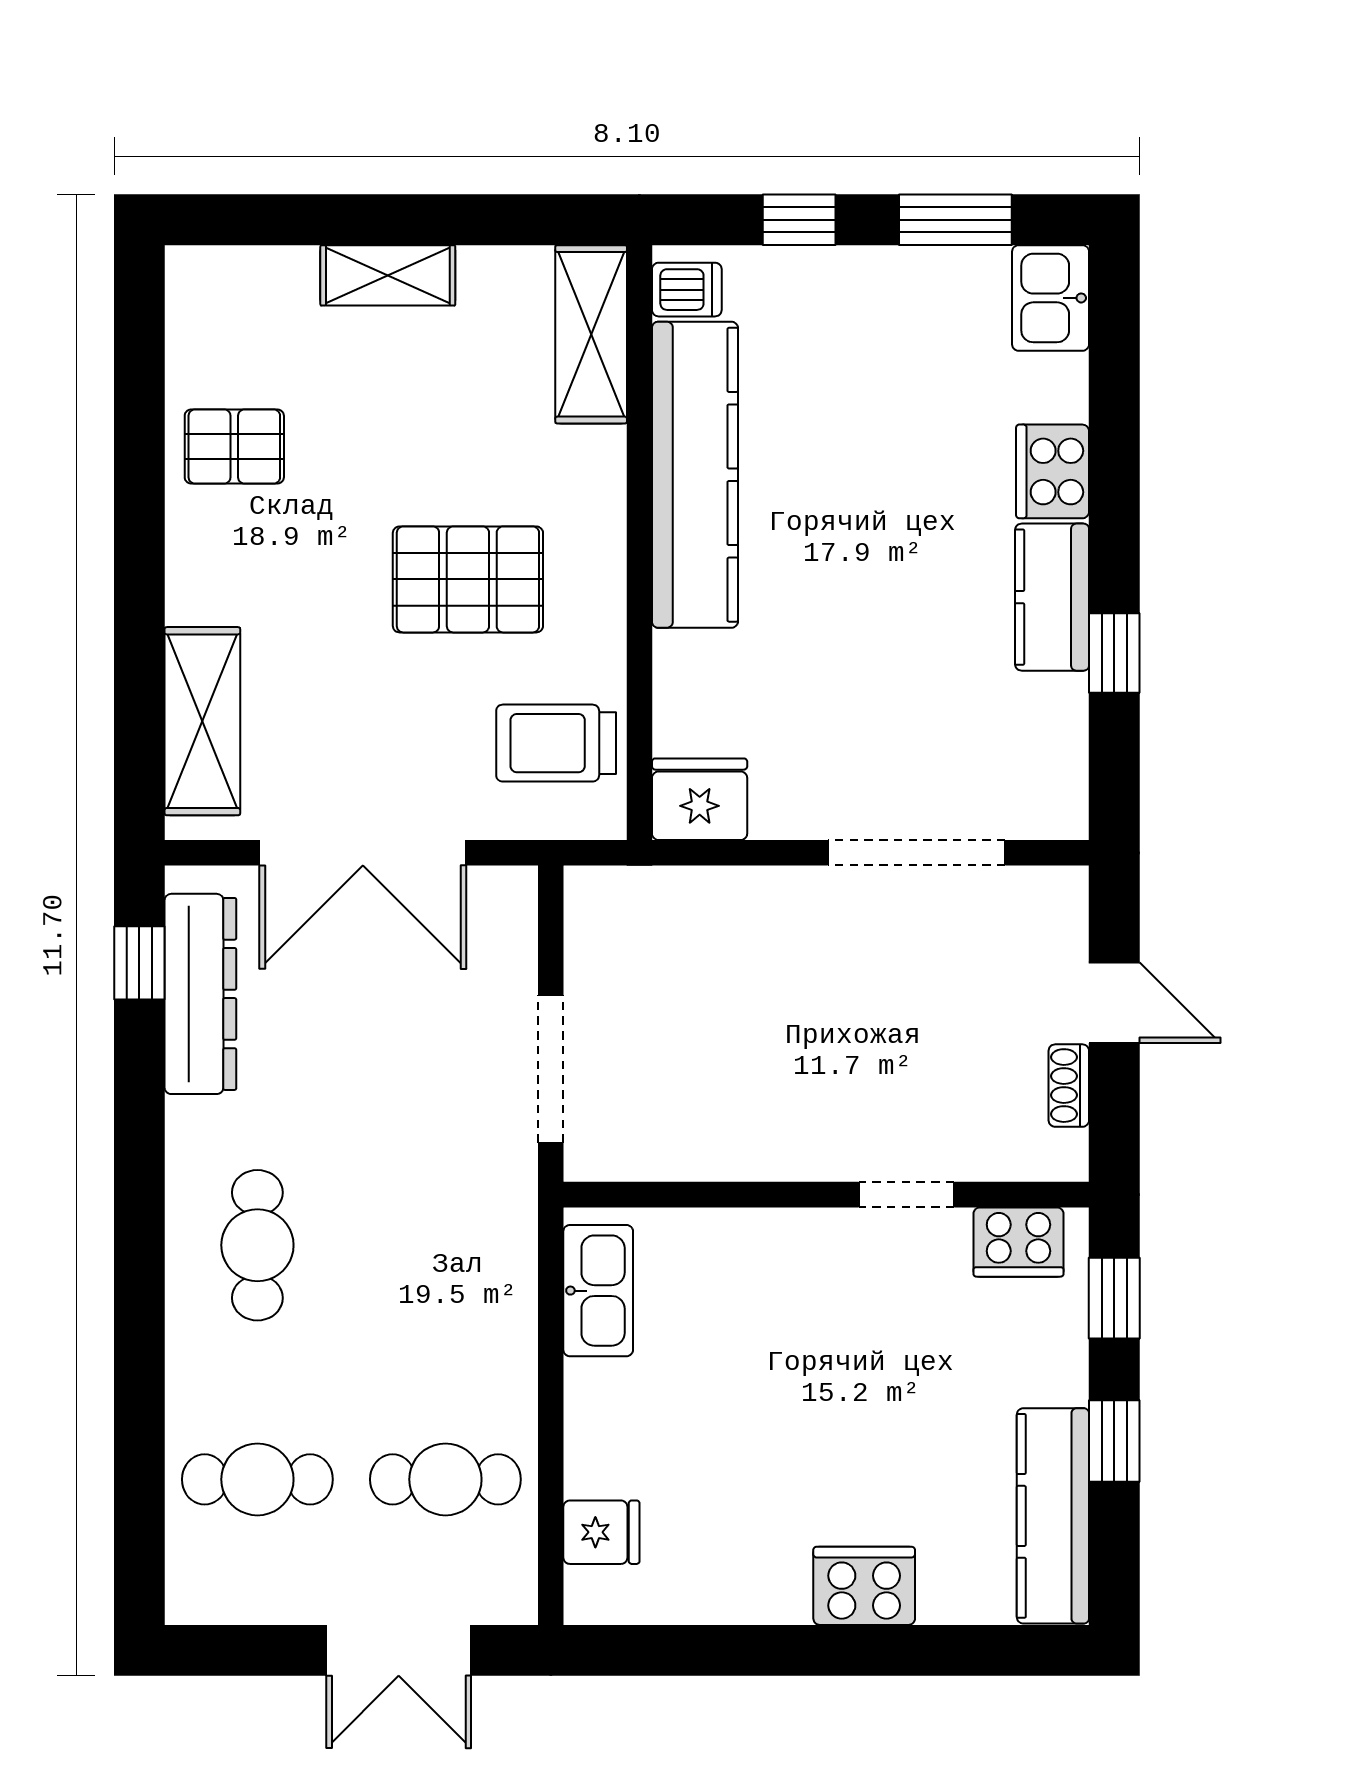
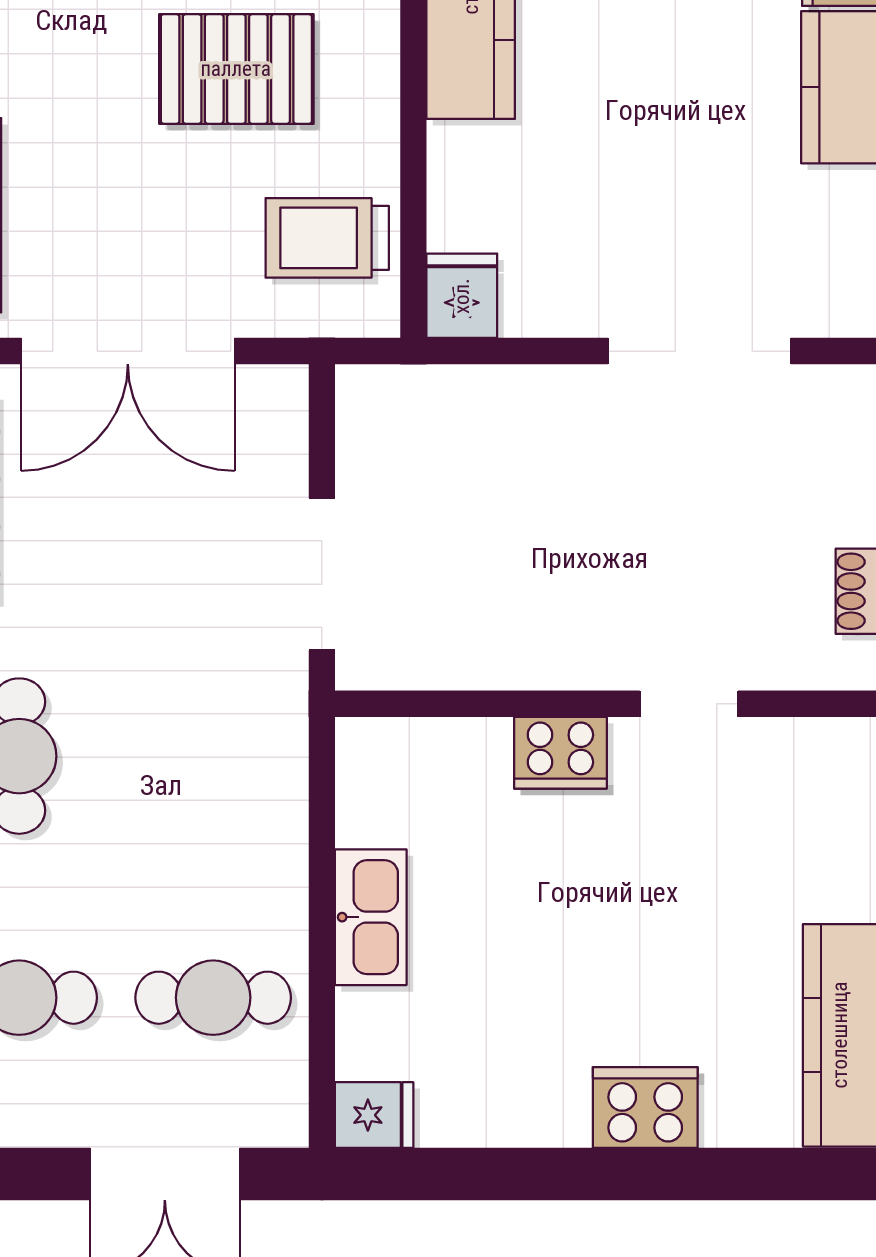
fridge: (700, 799) -> (462, 296), width x0.72
cooker: (1018, 1242) -> (560, 753), moved
kitchen sink: (598, 1291) -> (371, 917), moved
fridge: (601, 1532) -> (374, 1115), moved

